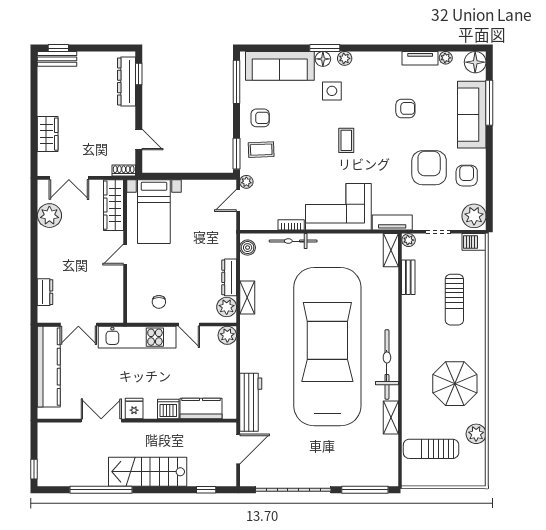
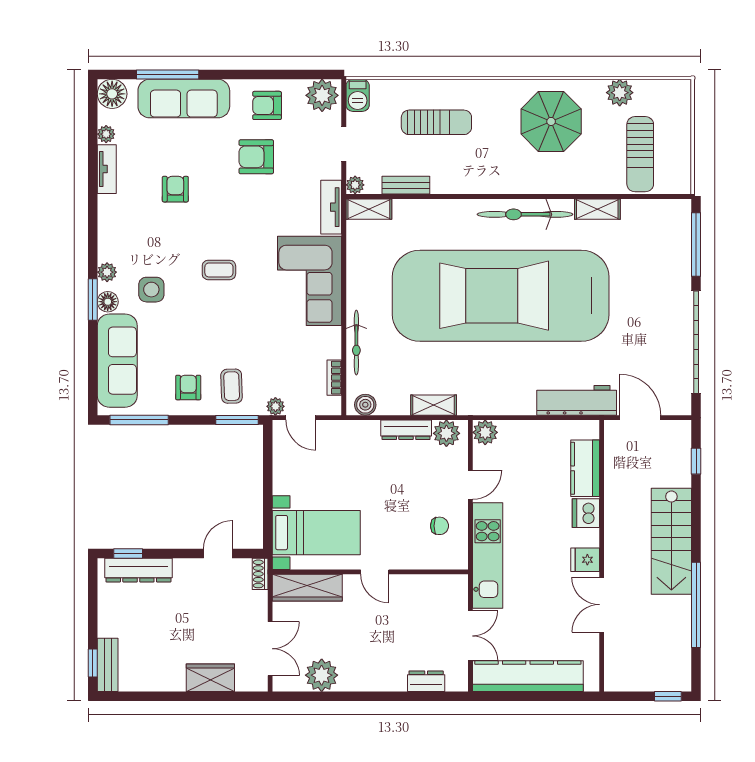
armchair: (429, 168) -> (256, 157), width x0.73, depth x0.73
bookcase: (291, 225) -> (334, 378), moved

